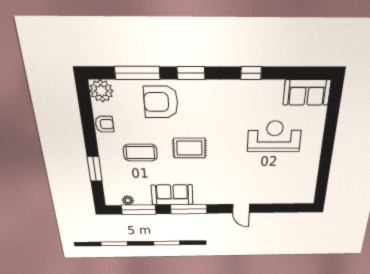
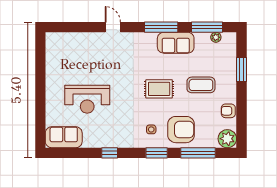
side table: (198, 102) -> (151, 129), added

